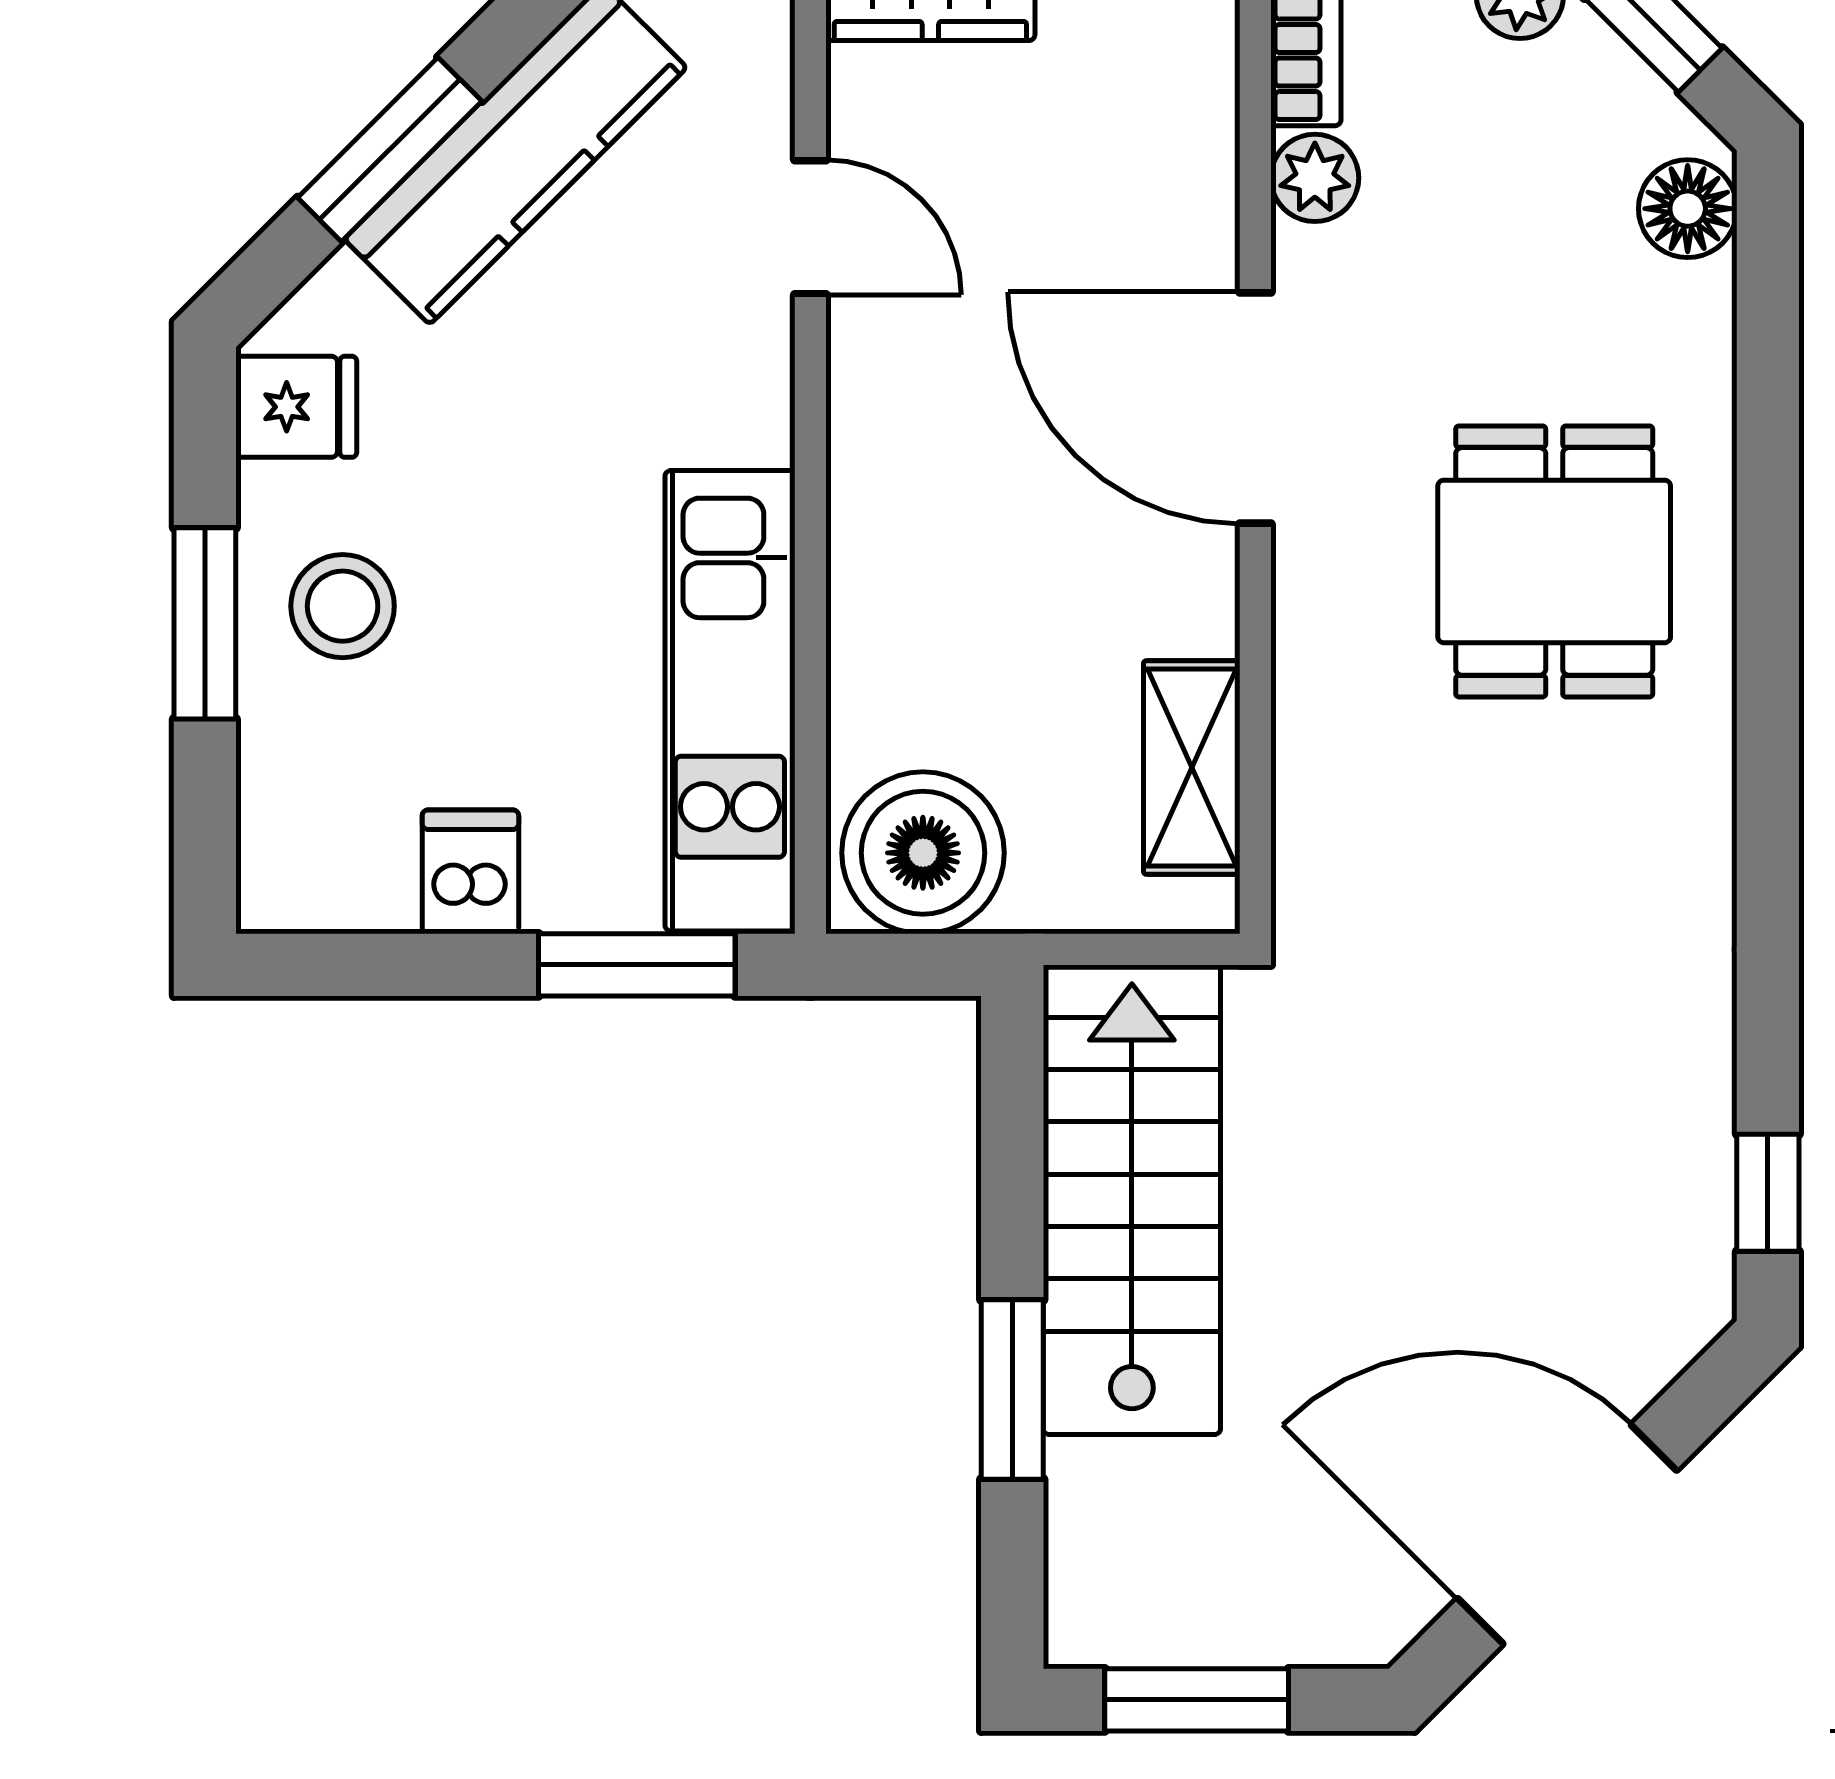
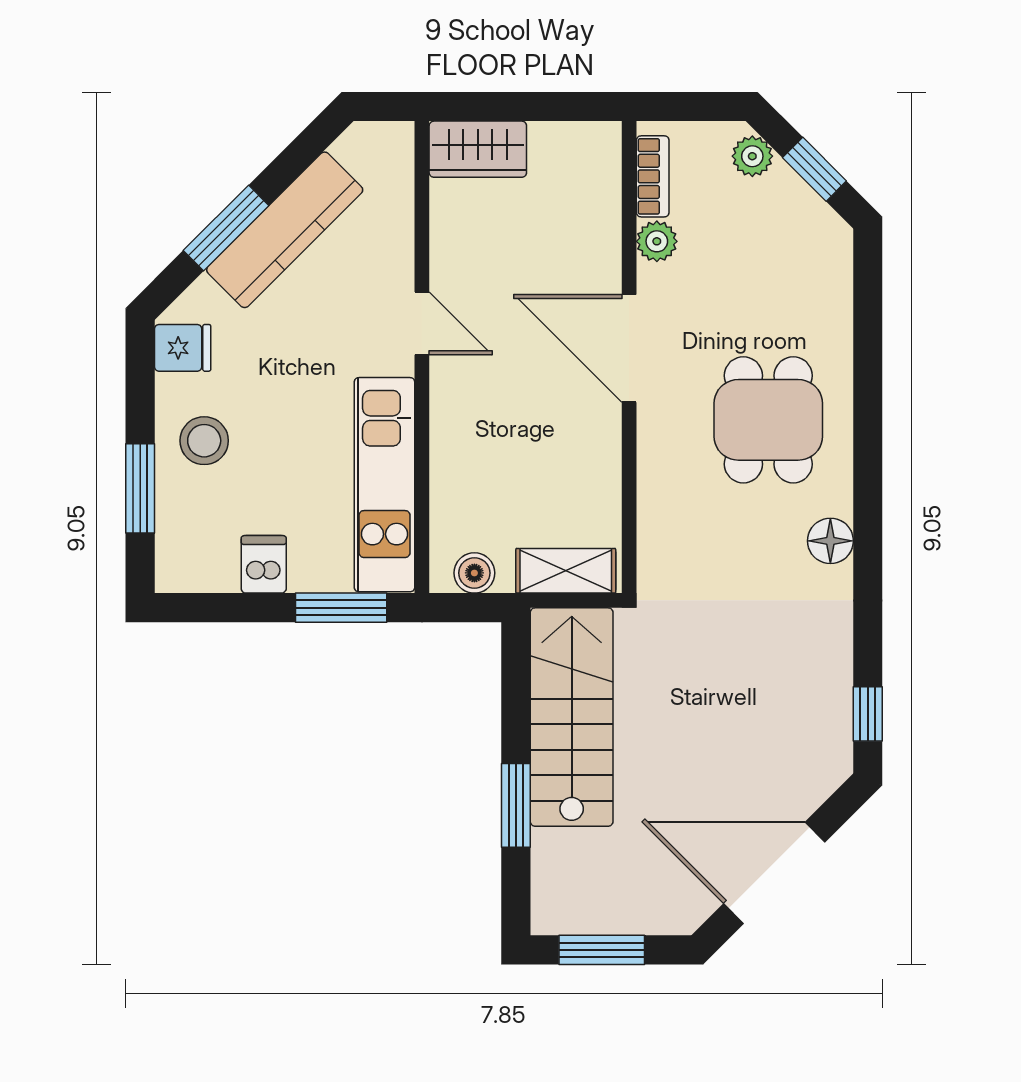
floor lamp: (1688, 209) -> (830, 541), moved
door: (810, 227) -> (422, 323), moved
window: (205, 623) -> (140, 488), moved
shelving: (1192, 767) -> (566, 571), moved, turned 90
boiler: (923, 853) -> (474, 573), width x0.54, depth x0.54

